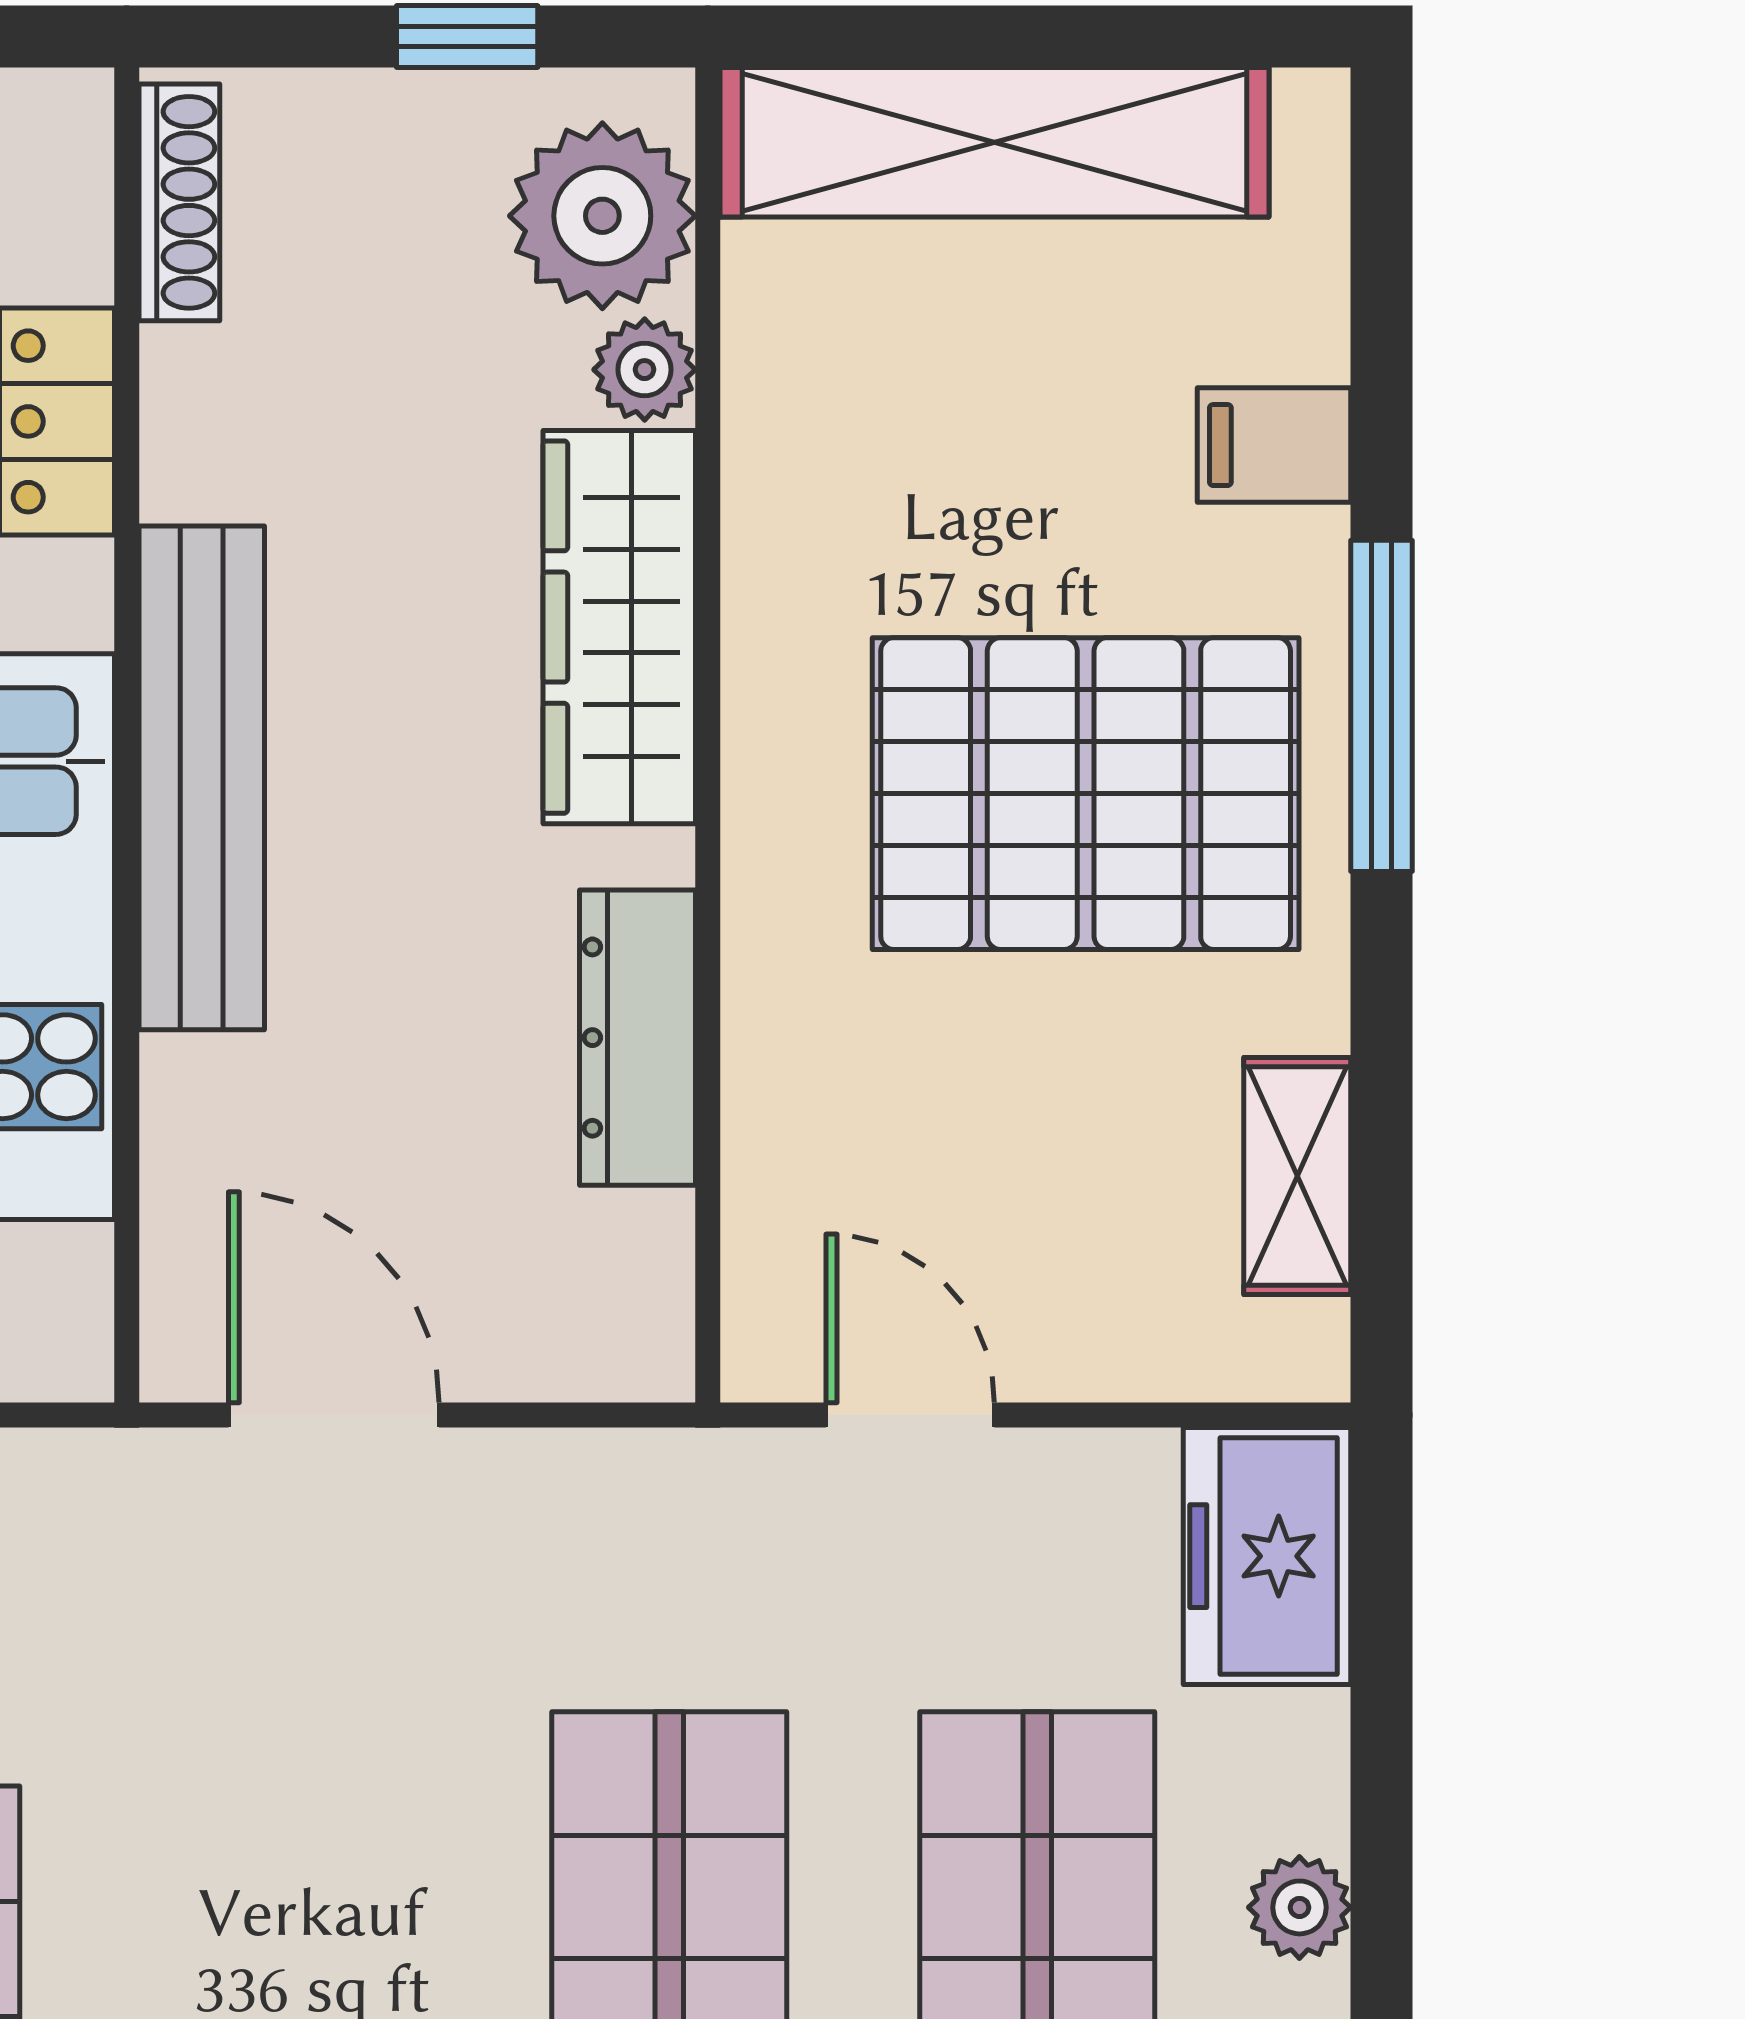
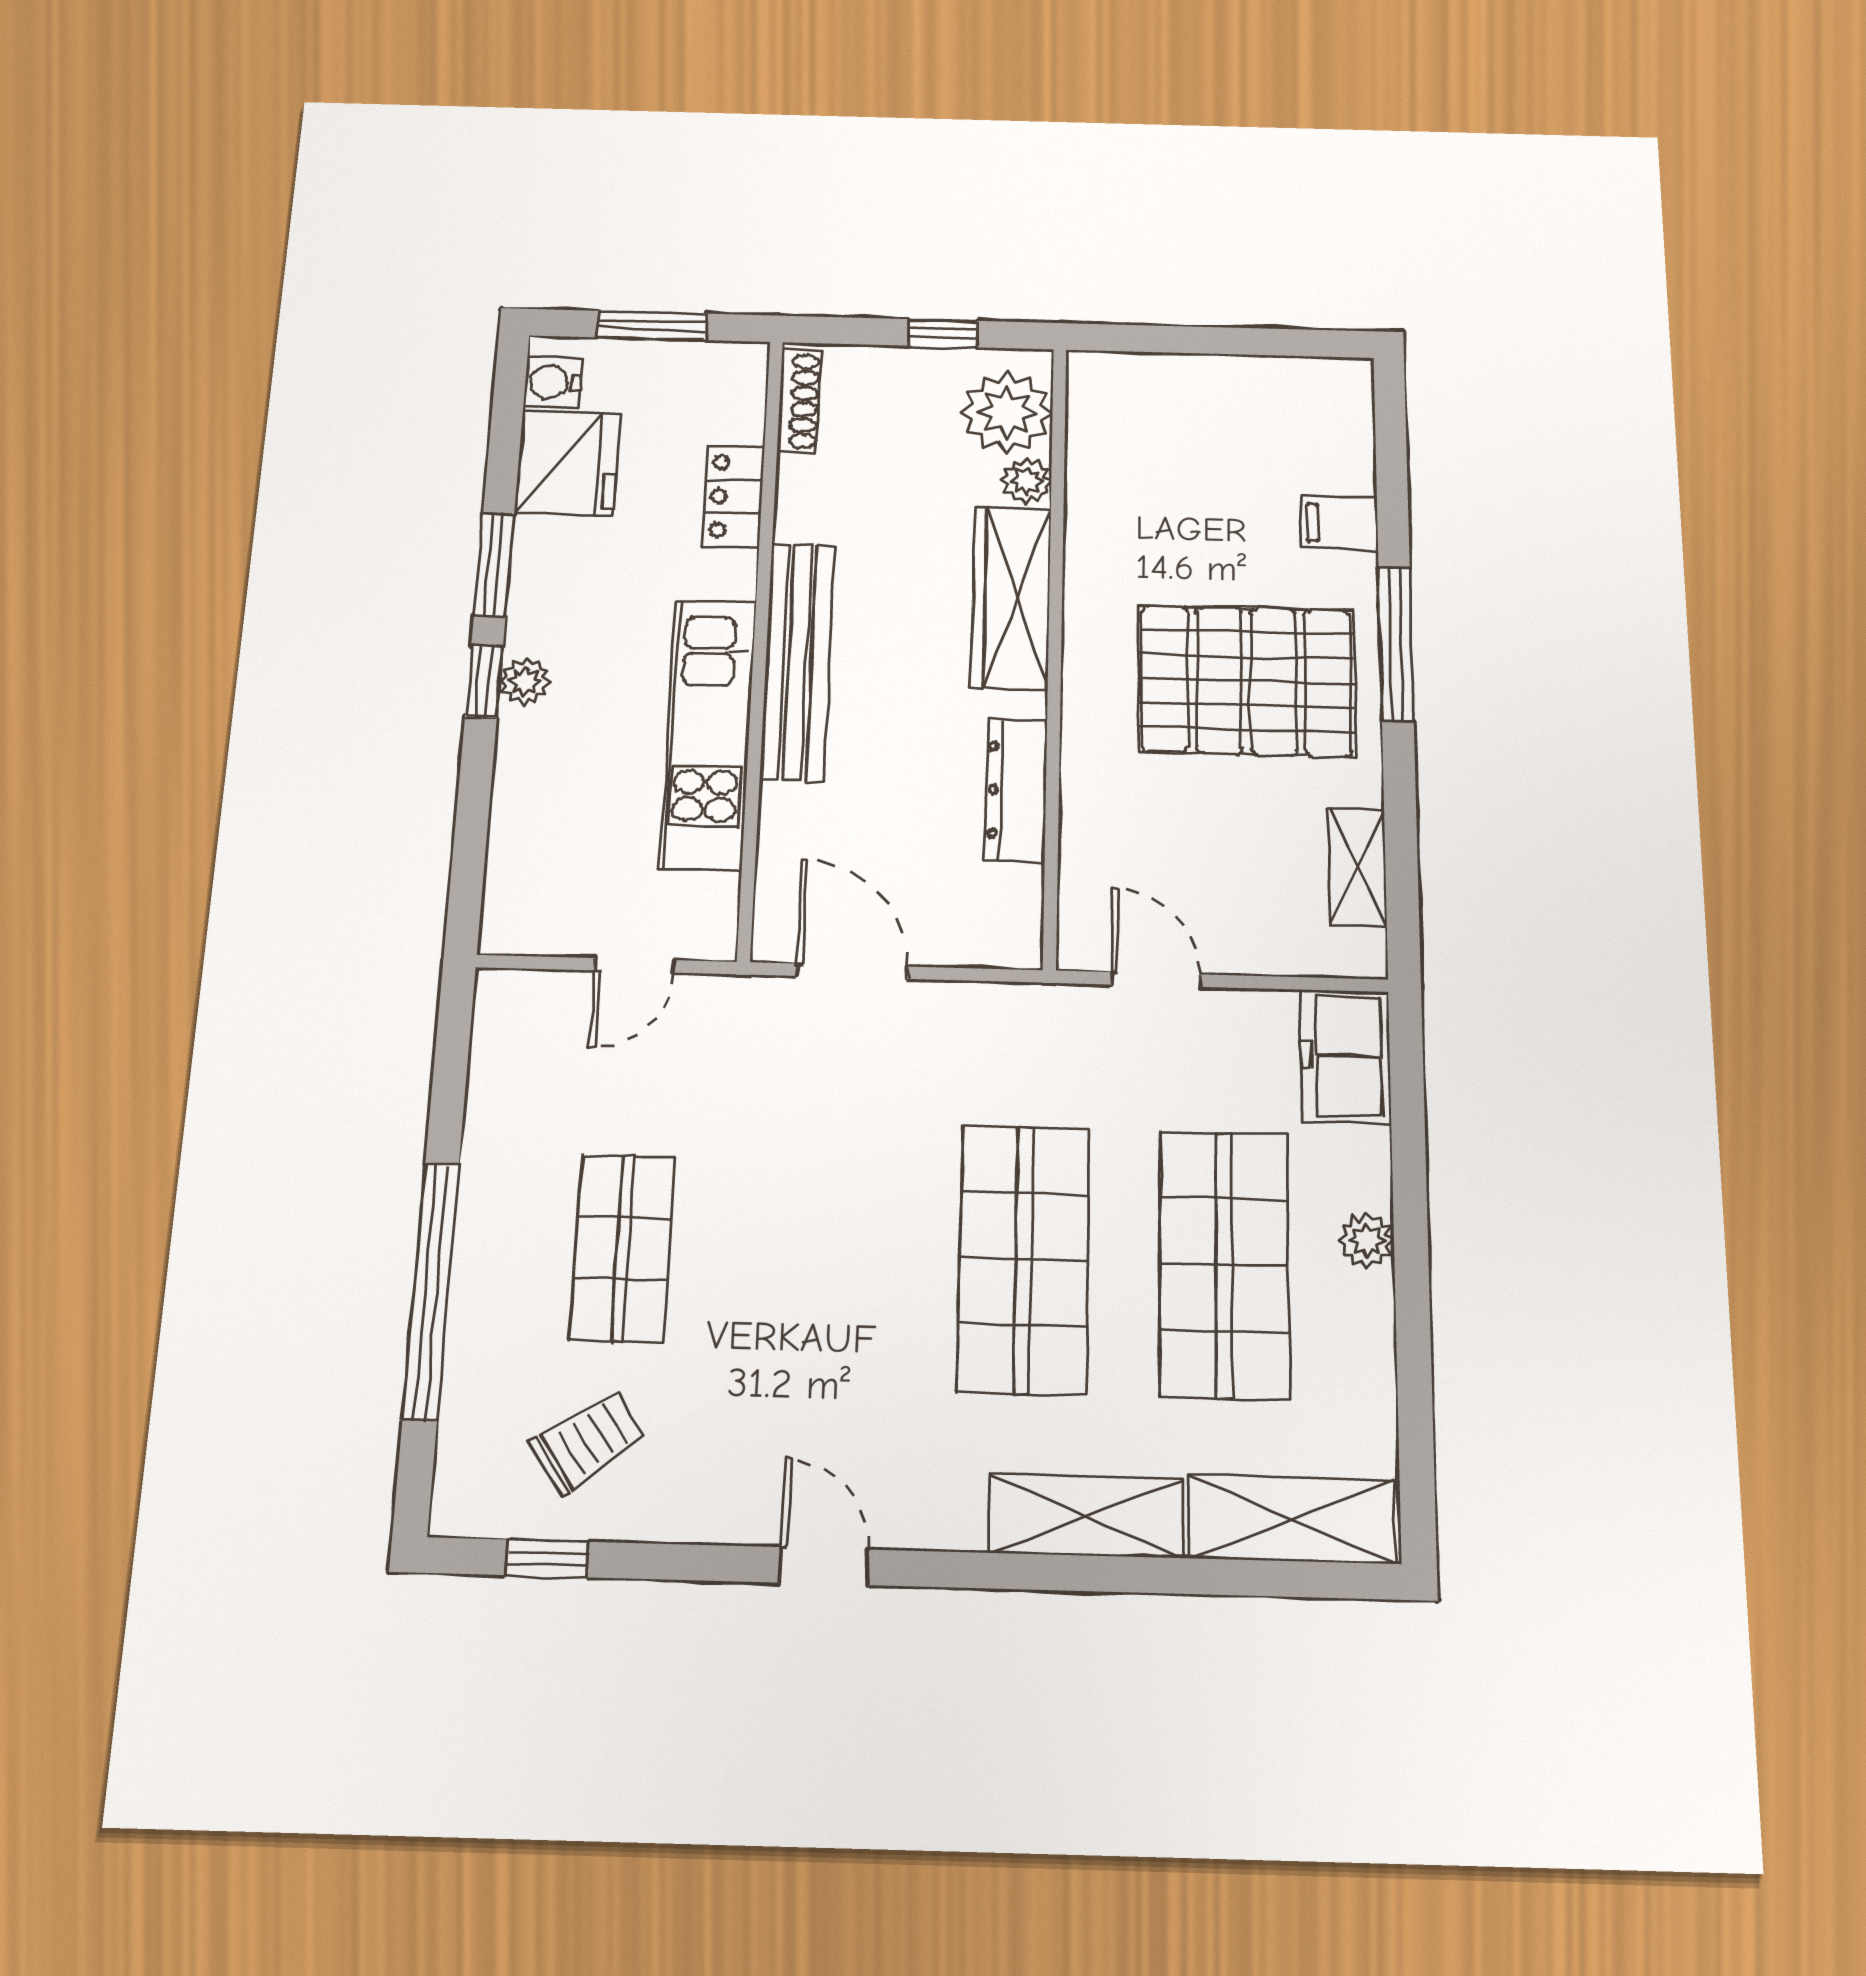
shelving: (994, 142) -> (1200, 386), removed

